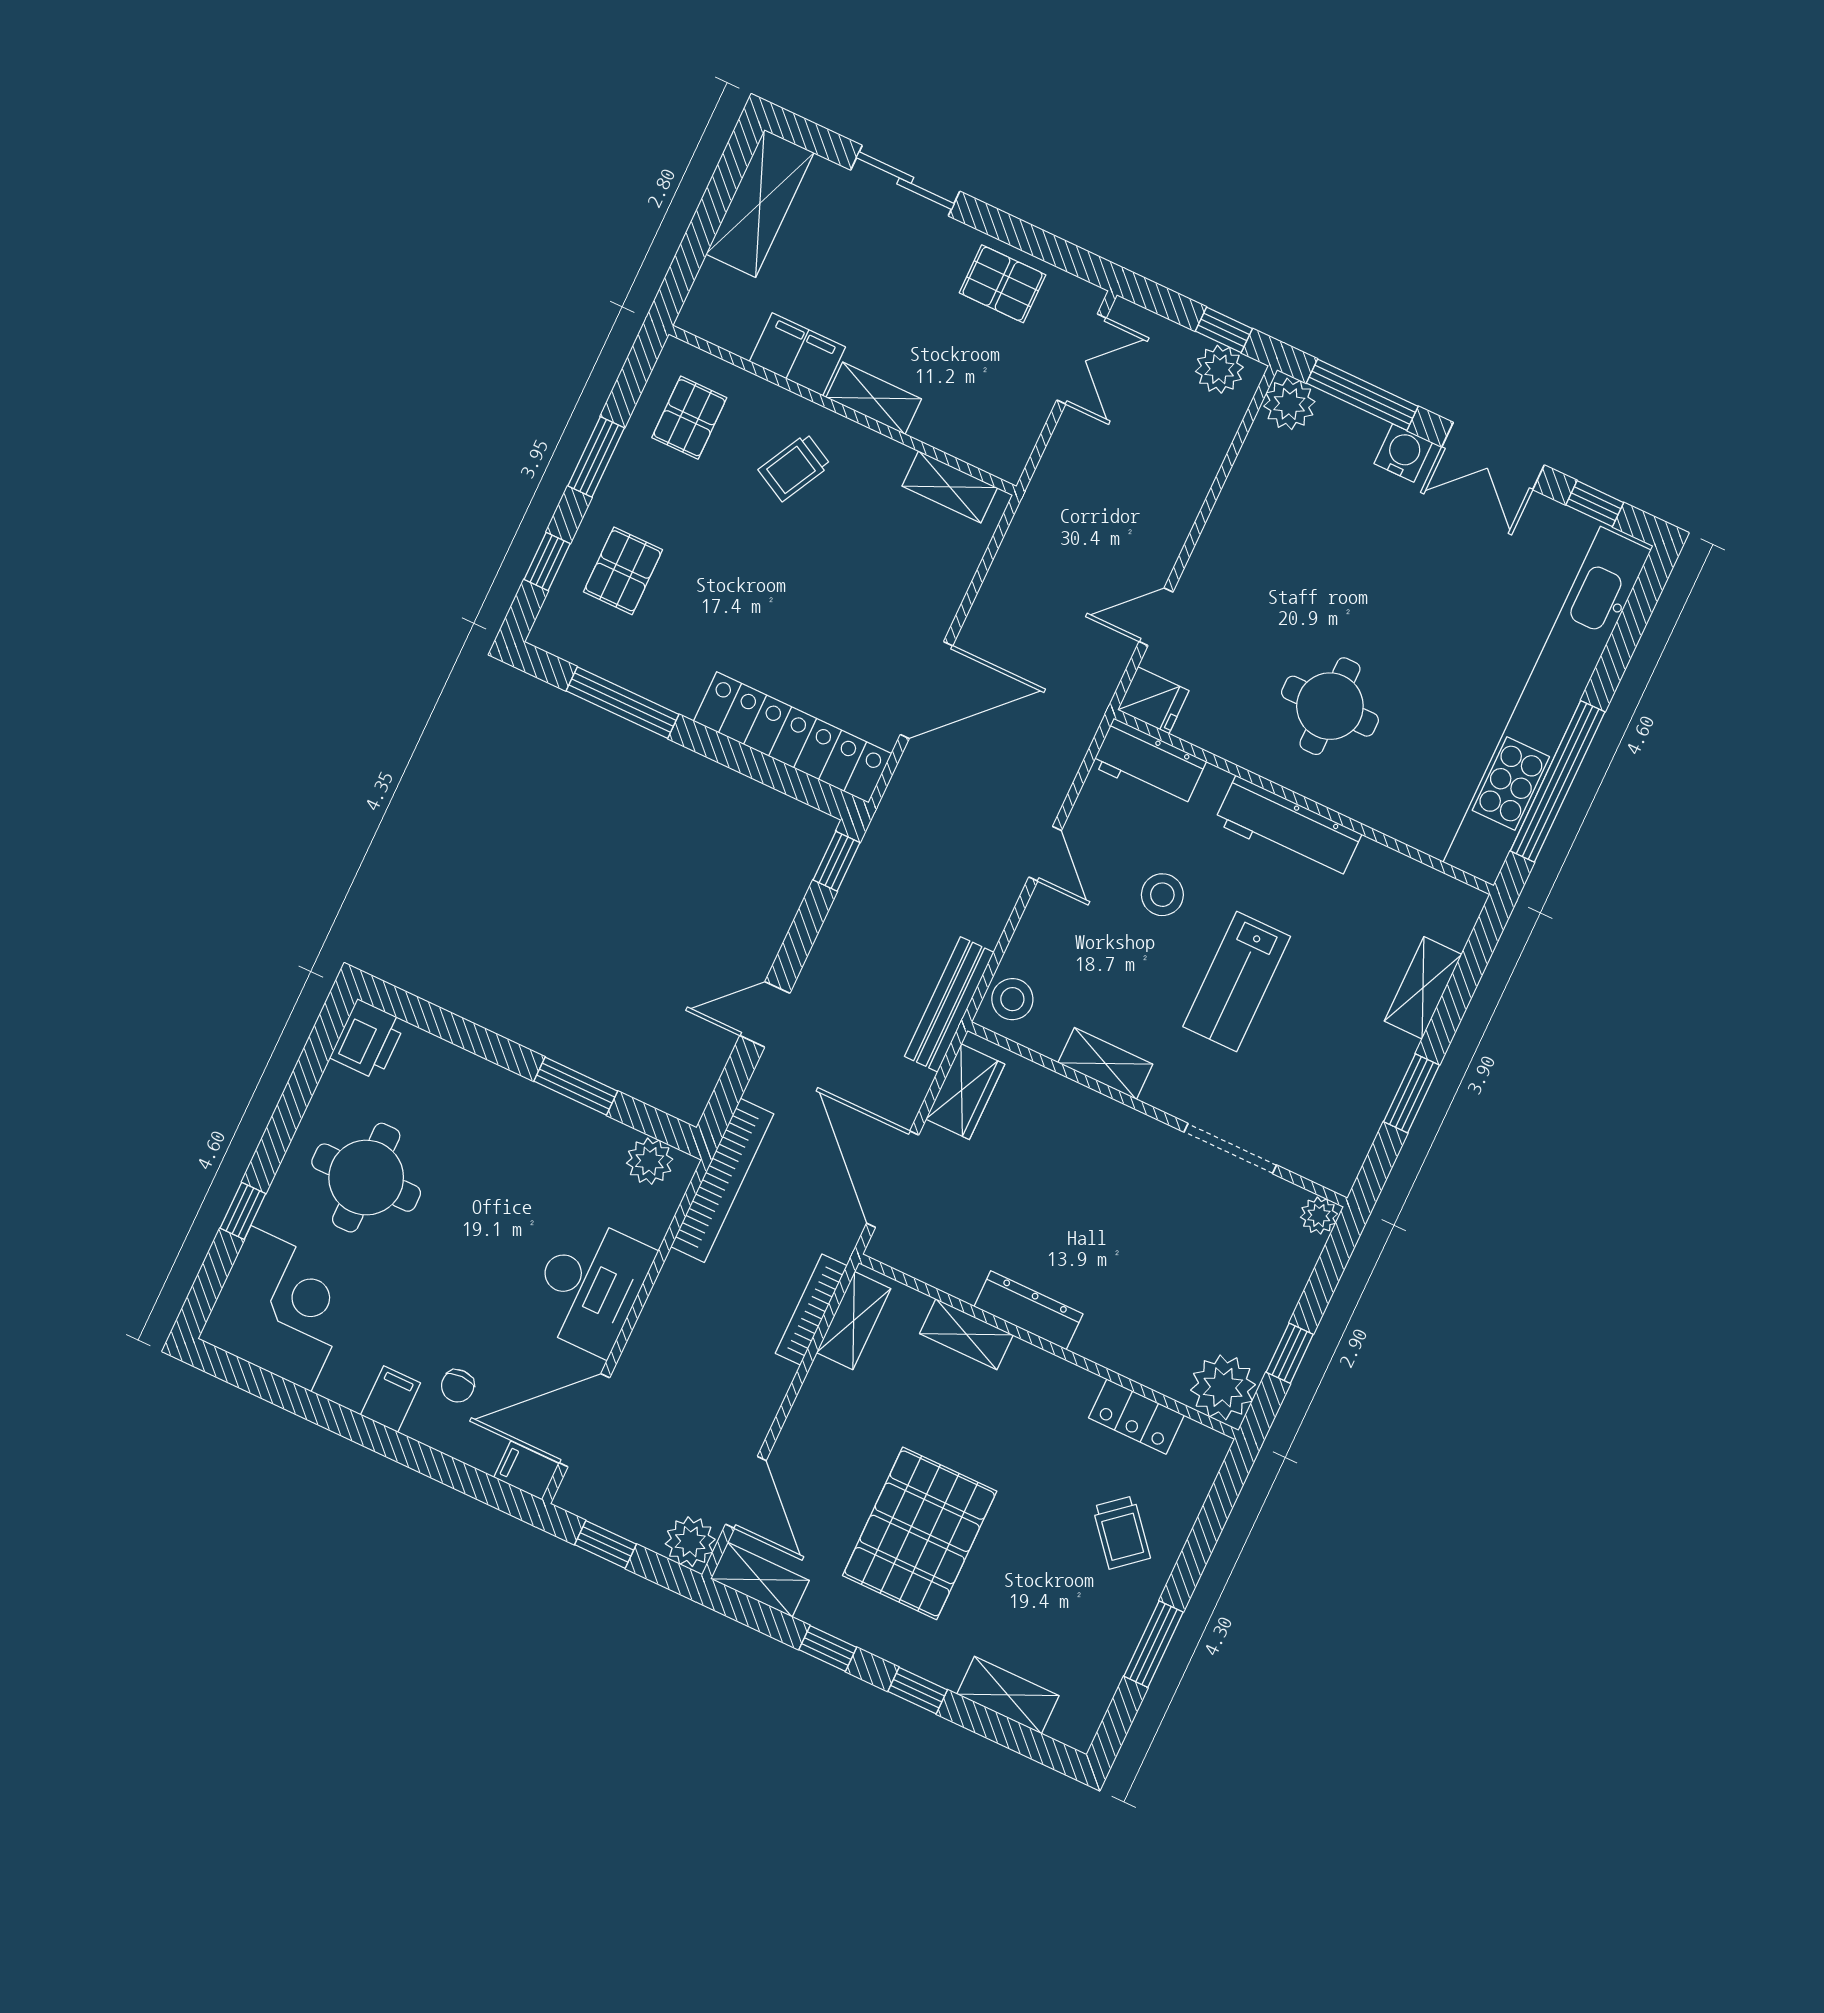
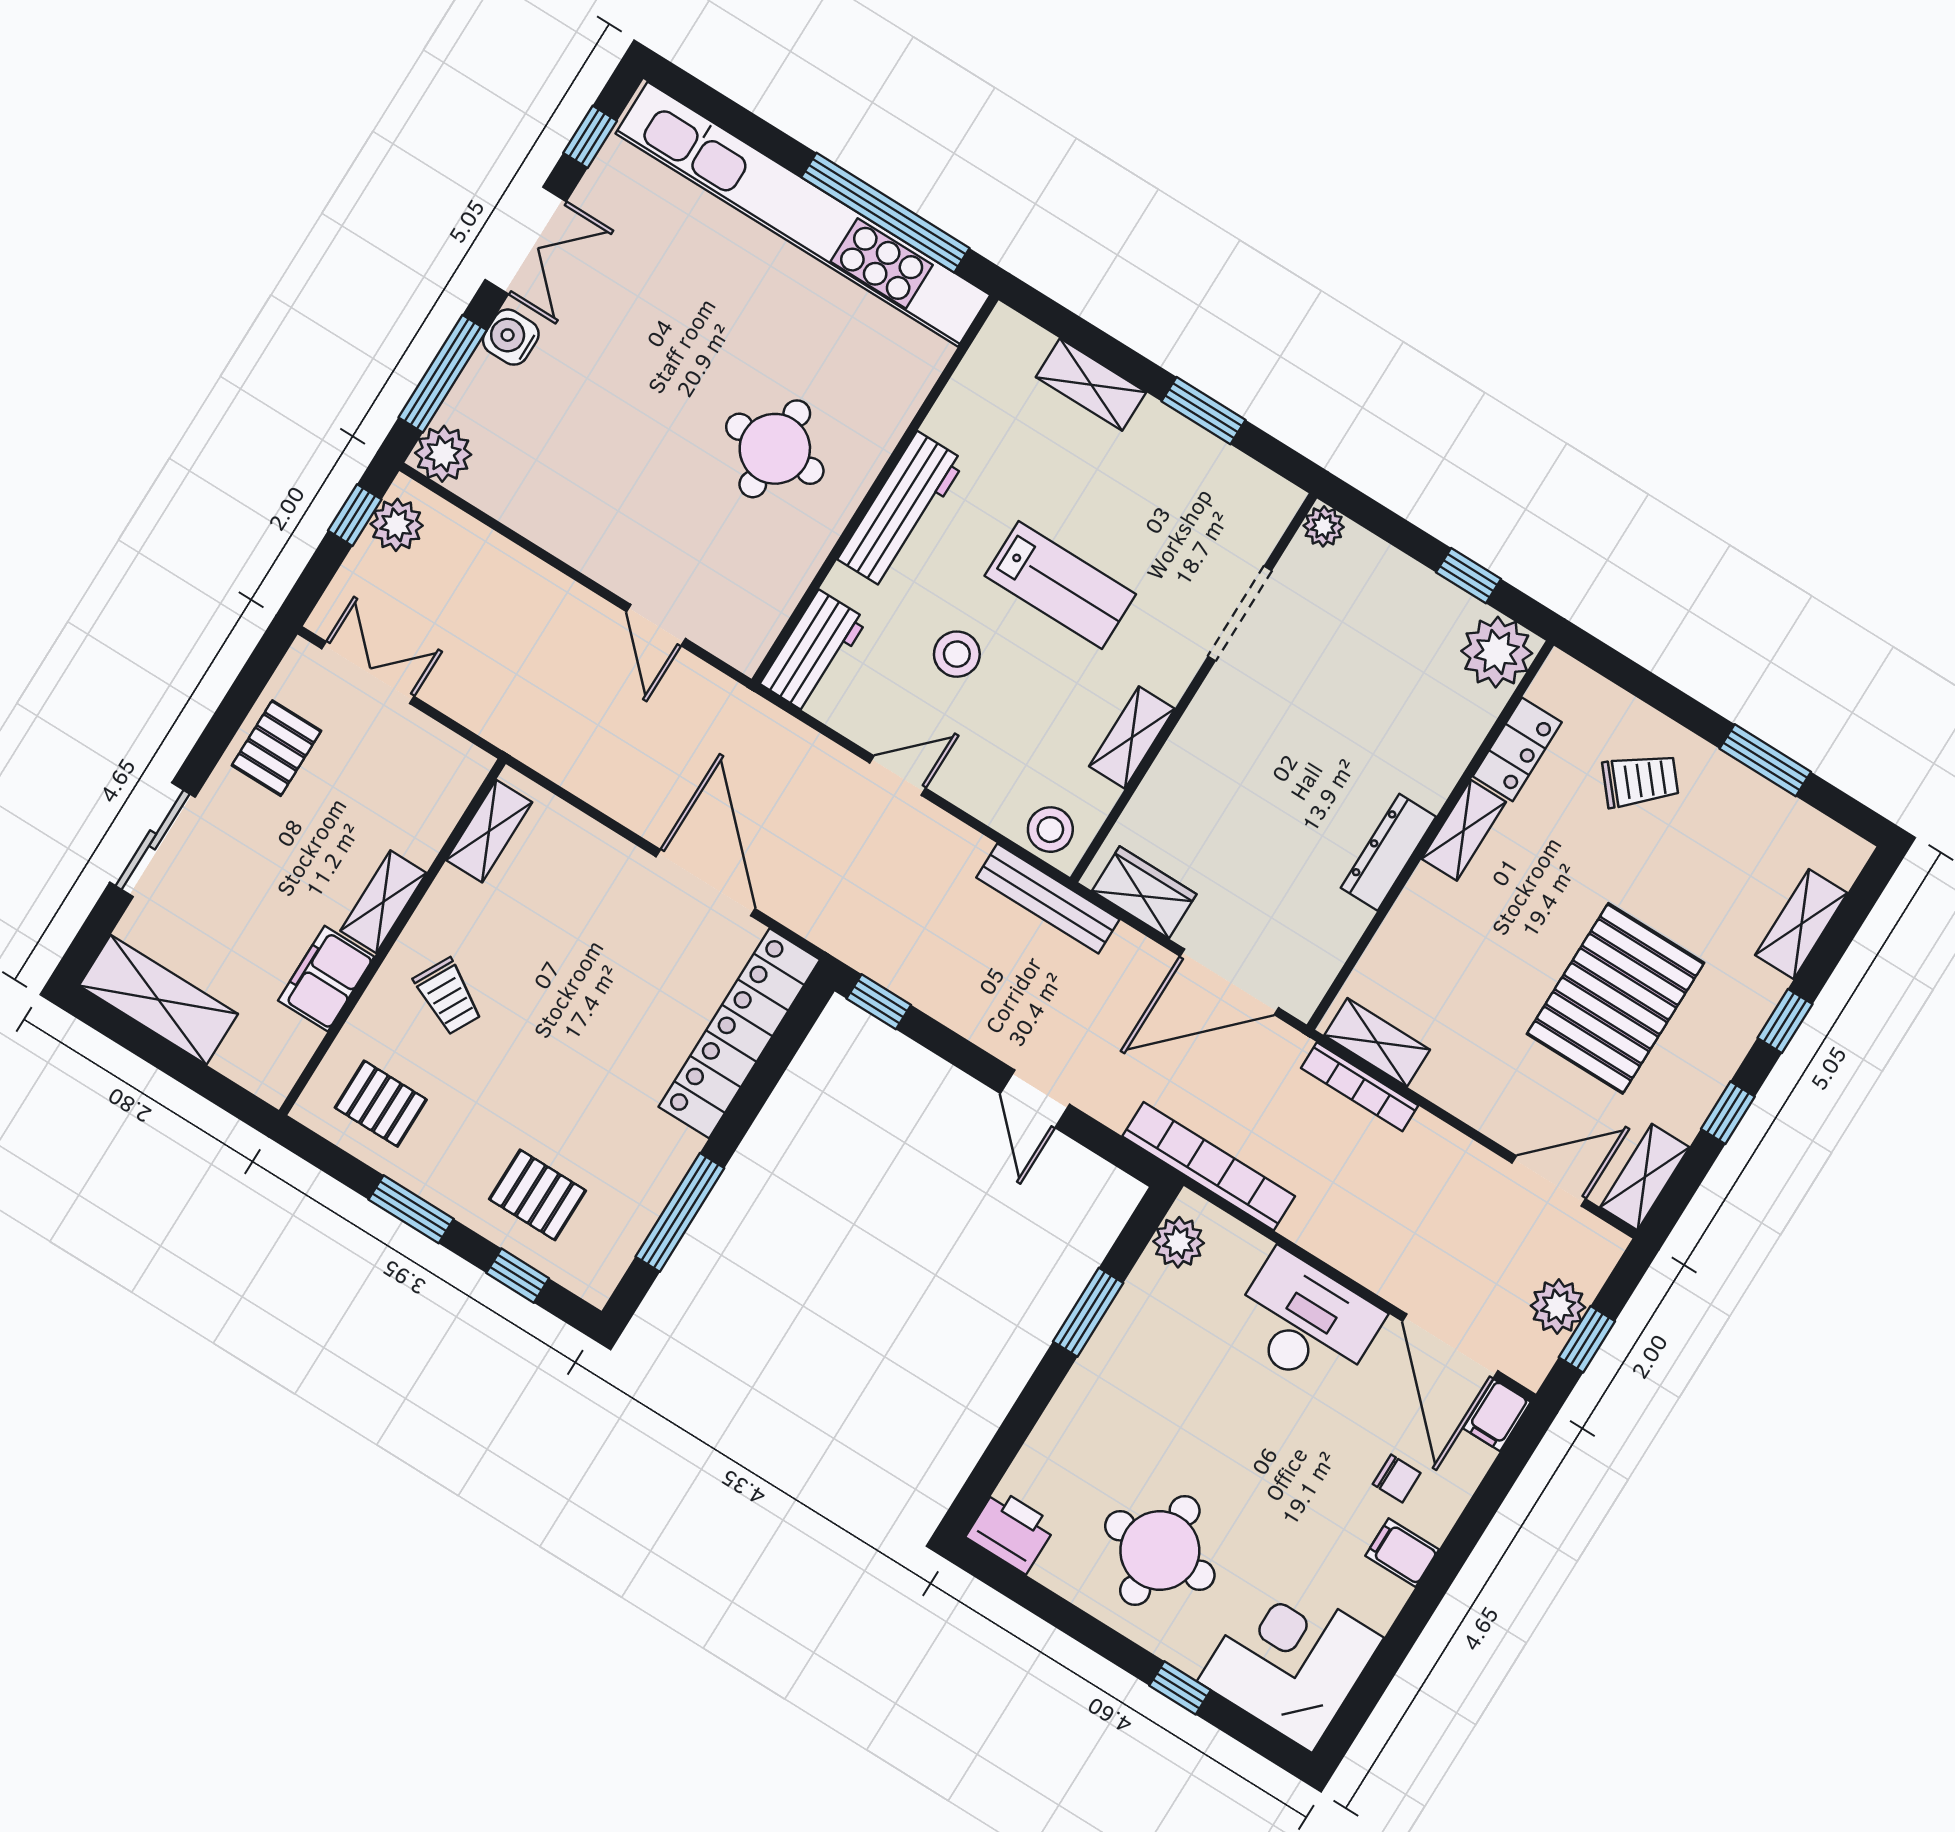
fridge: (1153, 700) -> (746, 639), removed
shelving: (966, 1334) -> (1464, 830), moved
pallet: (920, 1533) -> (1615, 998), turned 90
plant: (690, 1542) -> (1558, 1307), moved

